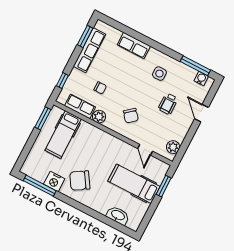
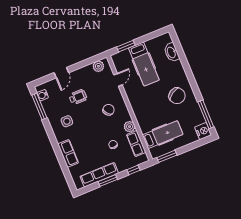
window: (85, 36) -> (108, 181), moved
nightstand: (54, 181) -> (203, 131), moved

